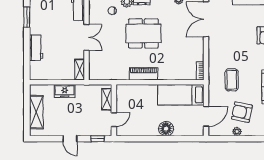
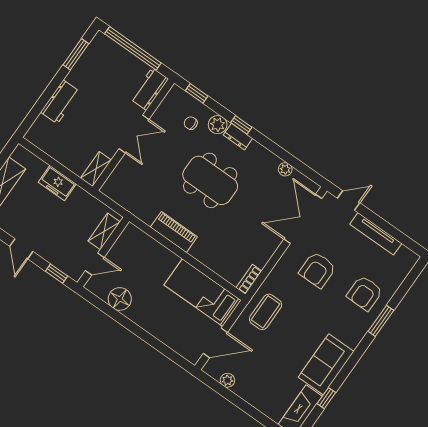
coffee table: (232, 80) -> (266, 312), moved
armchair: (242, 112) -> (317, 270), moved, turned -102
floor lamp: (166, 129) -> (120, 299), moved
plant: (237, 131) -> (227, 380), moved

